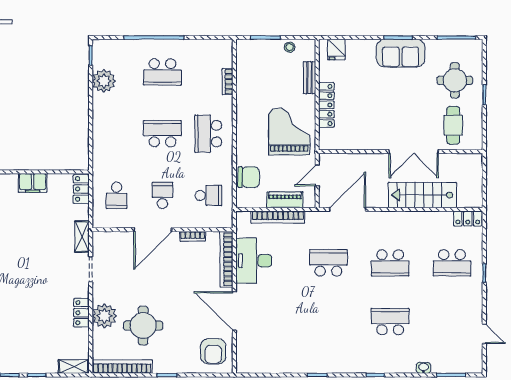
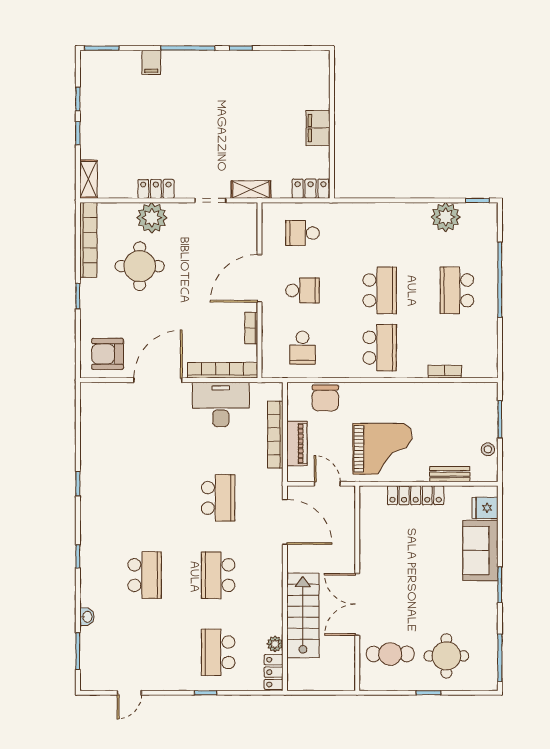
sofa: (401, 53) -> (480, 551), moved
school desk: (208, 134) -> (380, 348), turned 90
plant: (445, 217) -> (275, 644), added
door: (153, 230) -> (260, 278), hinge flipped

